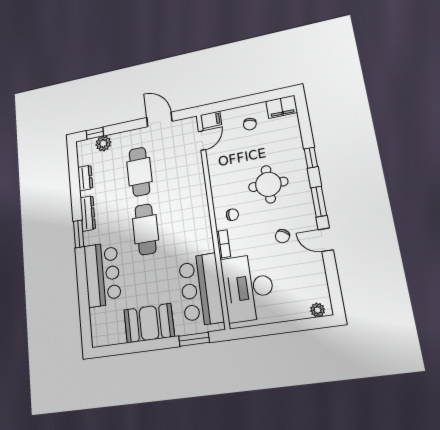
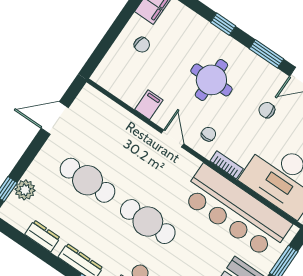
filing cabinet: (211, 120) -> (149, 105), moved
door: (202, 141) -> (173, 139), moved
chair: (282, 236) -> (267, 110), turned 150
bar counter: (201, 290) -> (236, 211), width x1.36

